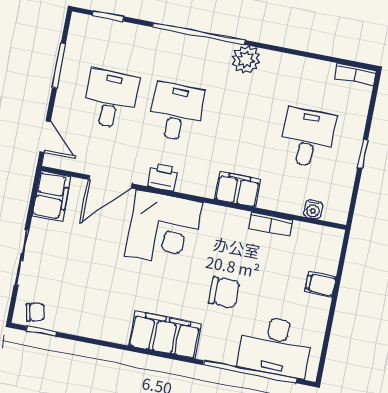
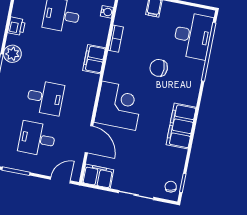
desk: (176, 112) -> (45, 98), turned 180
printer: (163, 177) -> (17, 26), moved, turned 180
chair: (224, 292) -> (159, 68), turned -90
filing cabinet: (165, 335) -> (181, 126), moved

